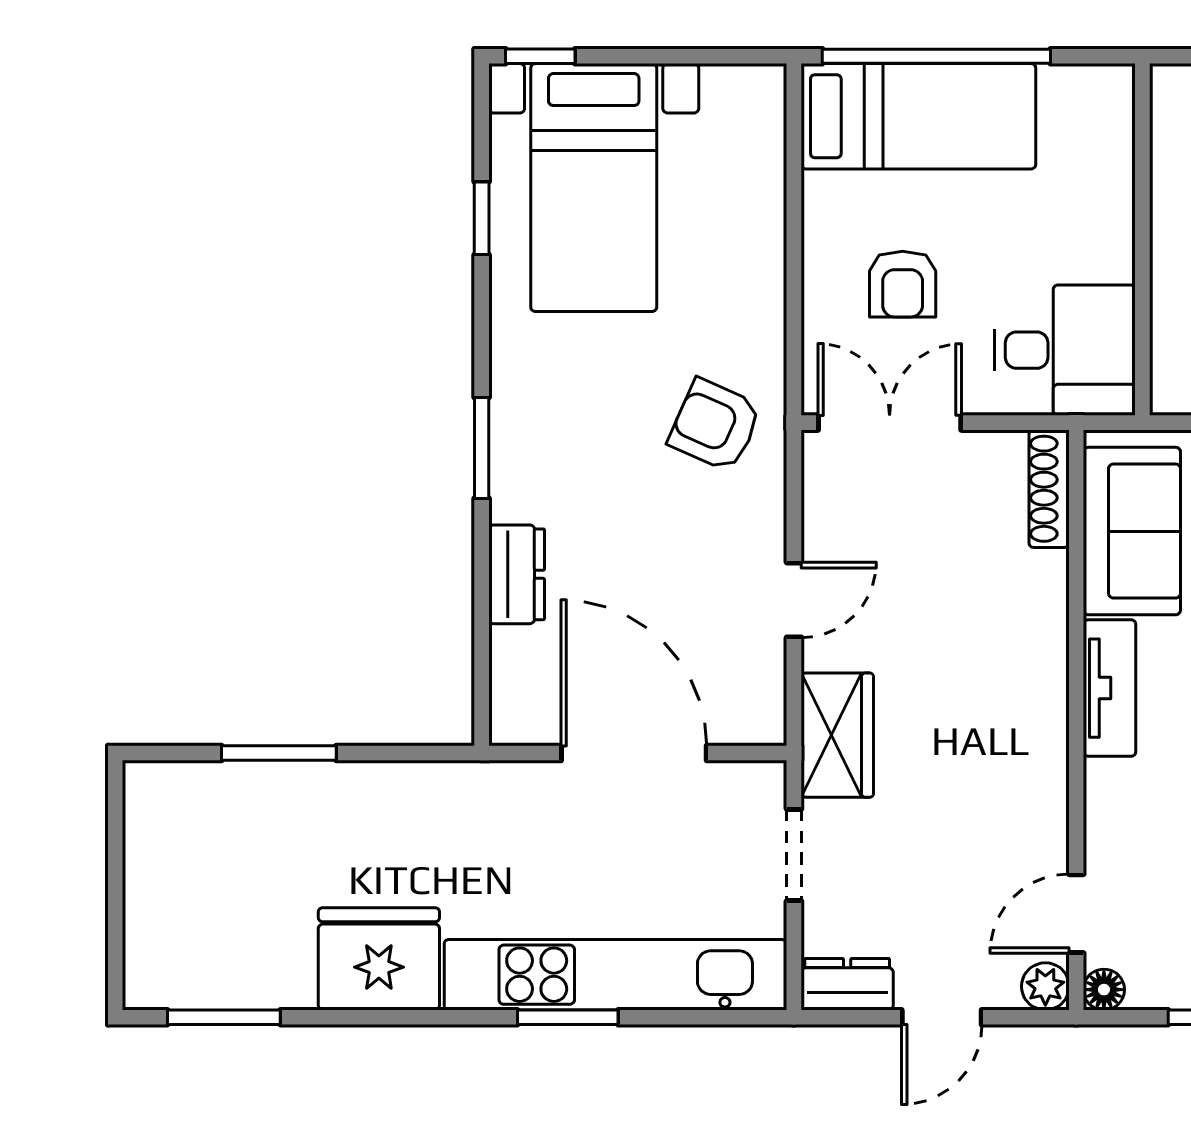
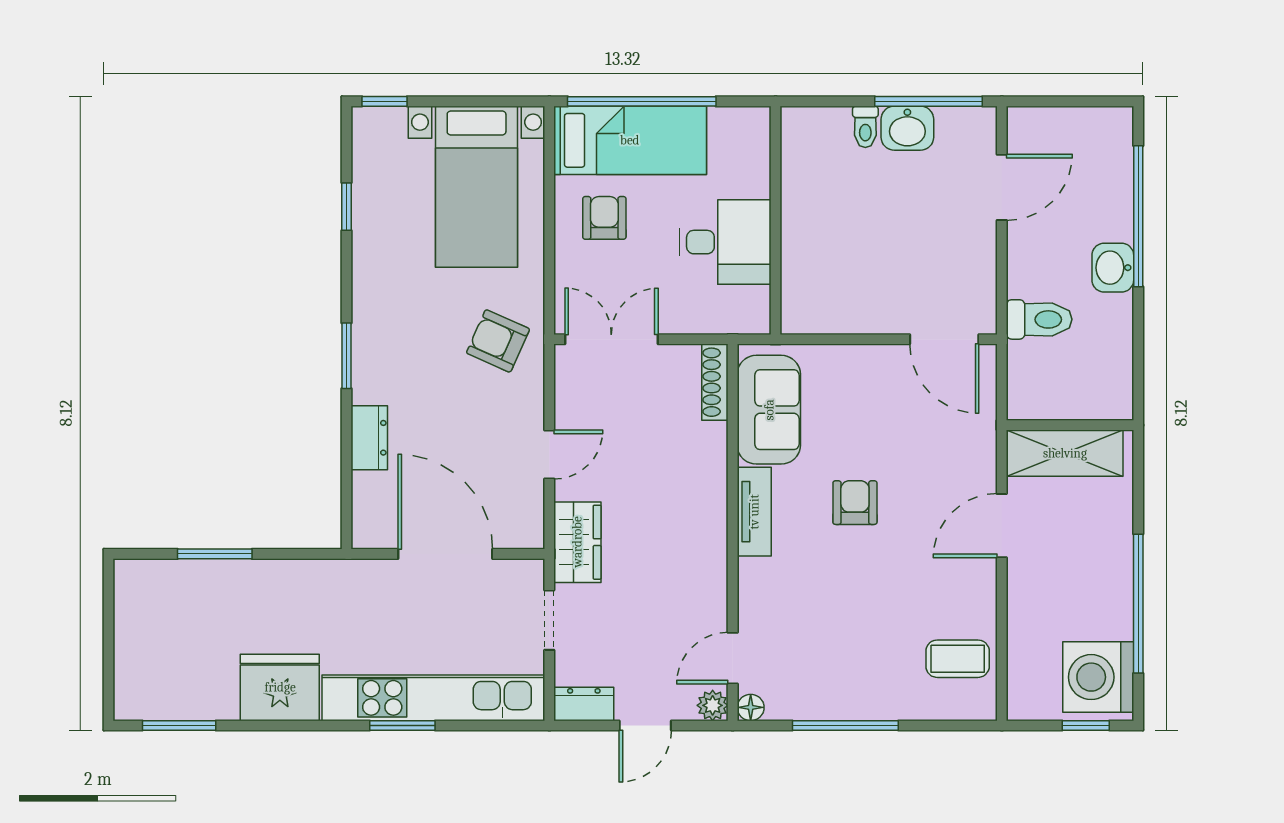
bed with nightstands: (594, 188) -> (477, 187), moved
armchair: (903, 284) -> (604, 218), moved, turned 180
desk: (1065, 350) -> (725, 242), moved

